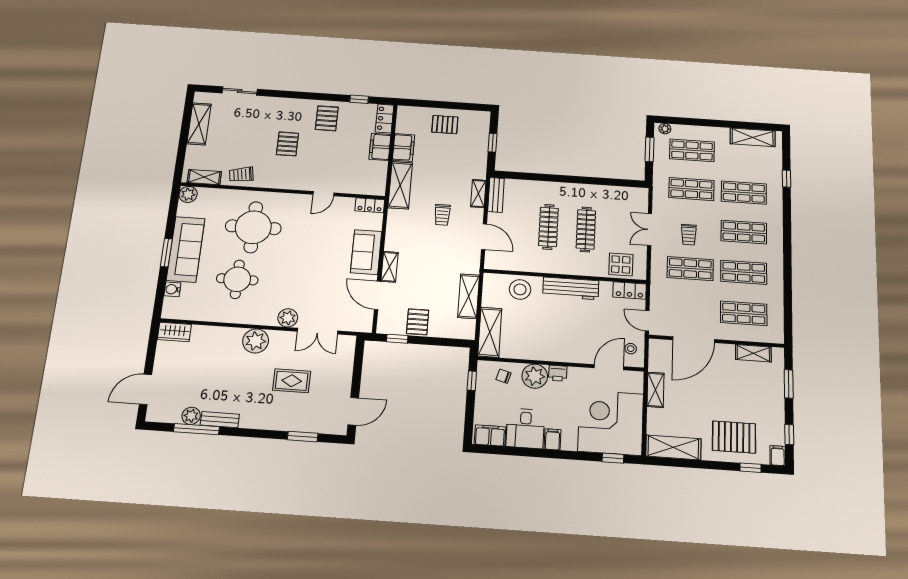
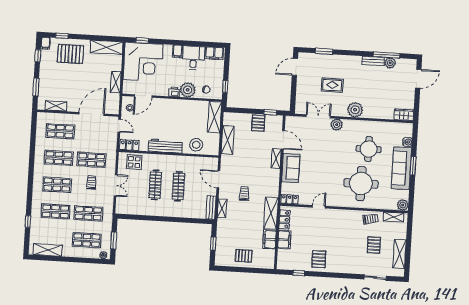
locker: (385, 119) -> (284, 220), moved
pallet: (287, 144) -> (374, 245), moved

